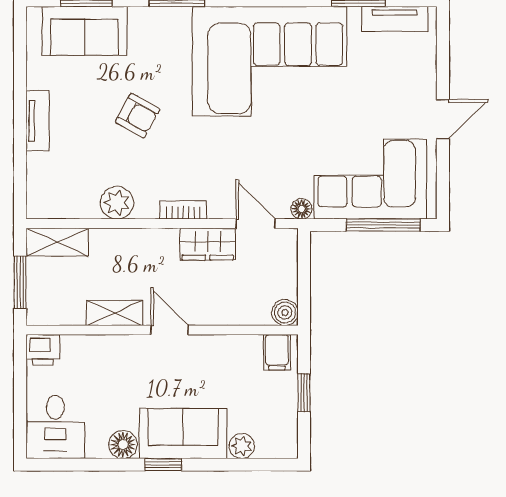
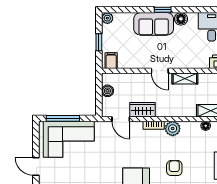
armchair: (138, 116) -> (174, 168), turned 61
door: (443, 119) -> (36, 166), hinge flipped
plant: (117, 203) -> (173, 129), moved
floor lamp: (302, 209) -> (206, 126), moved
boiler: (285, 313) -> (107, 91), moved
plant: (242, 446) -> (107, 18), moved

